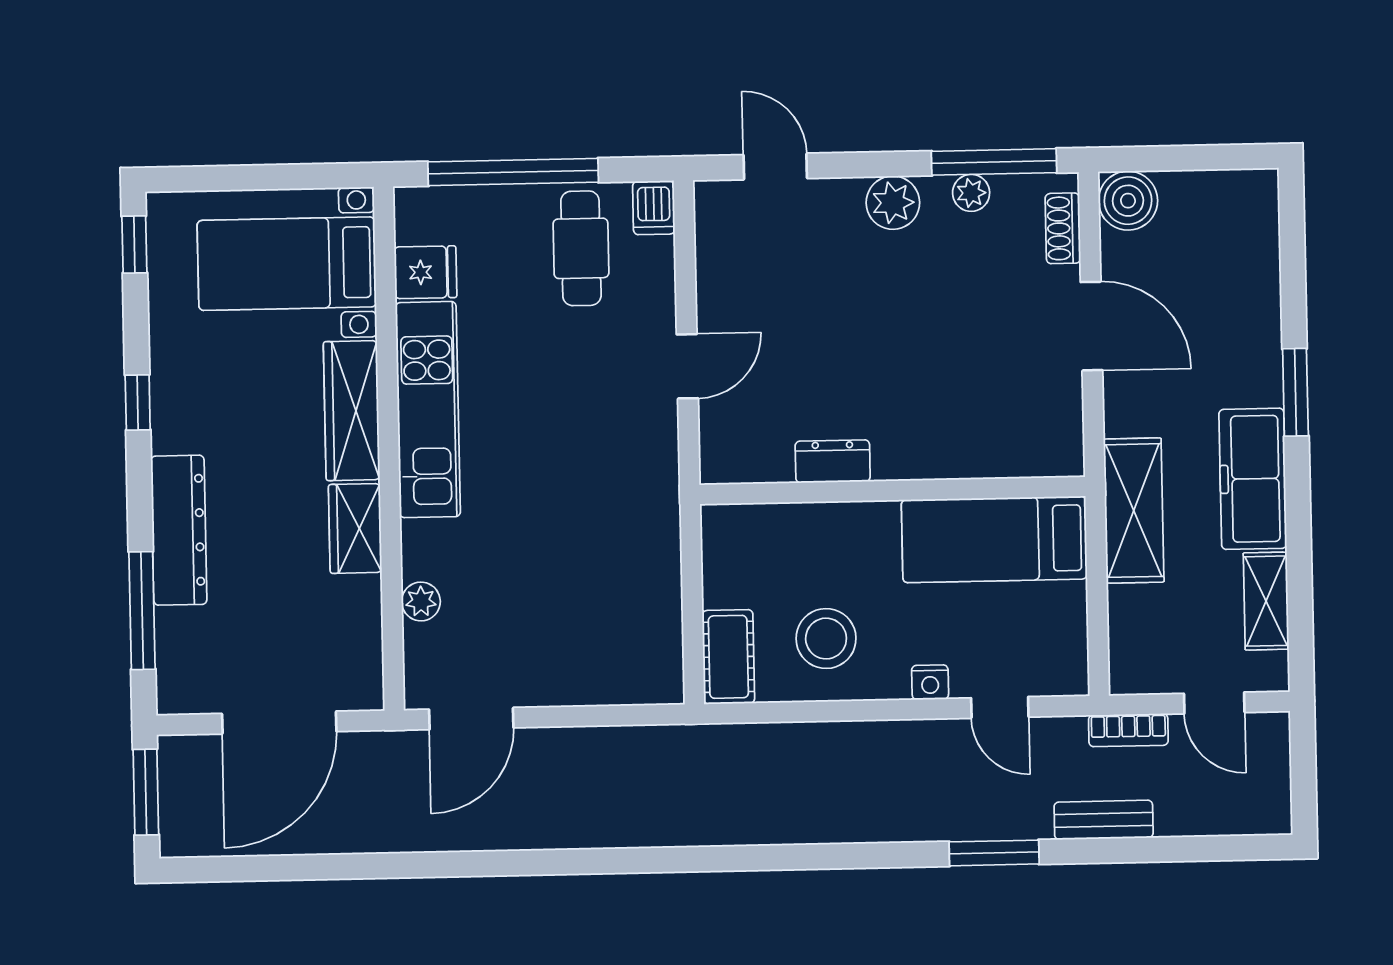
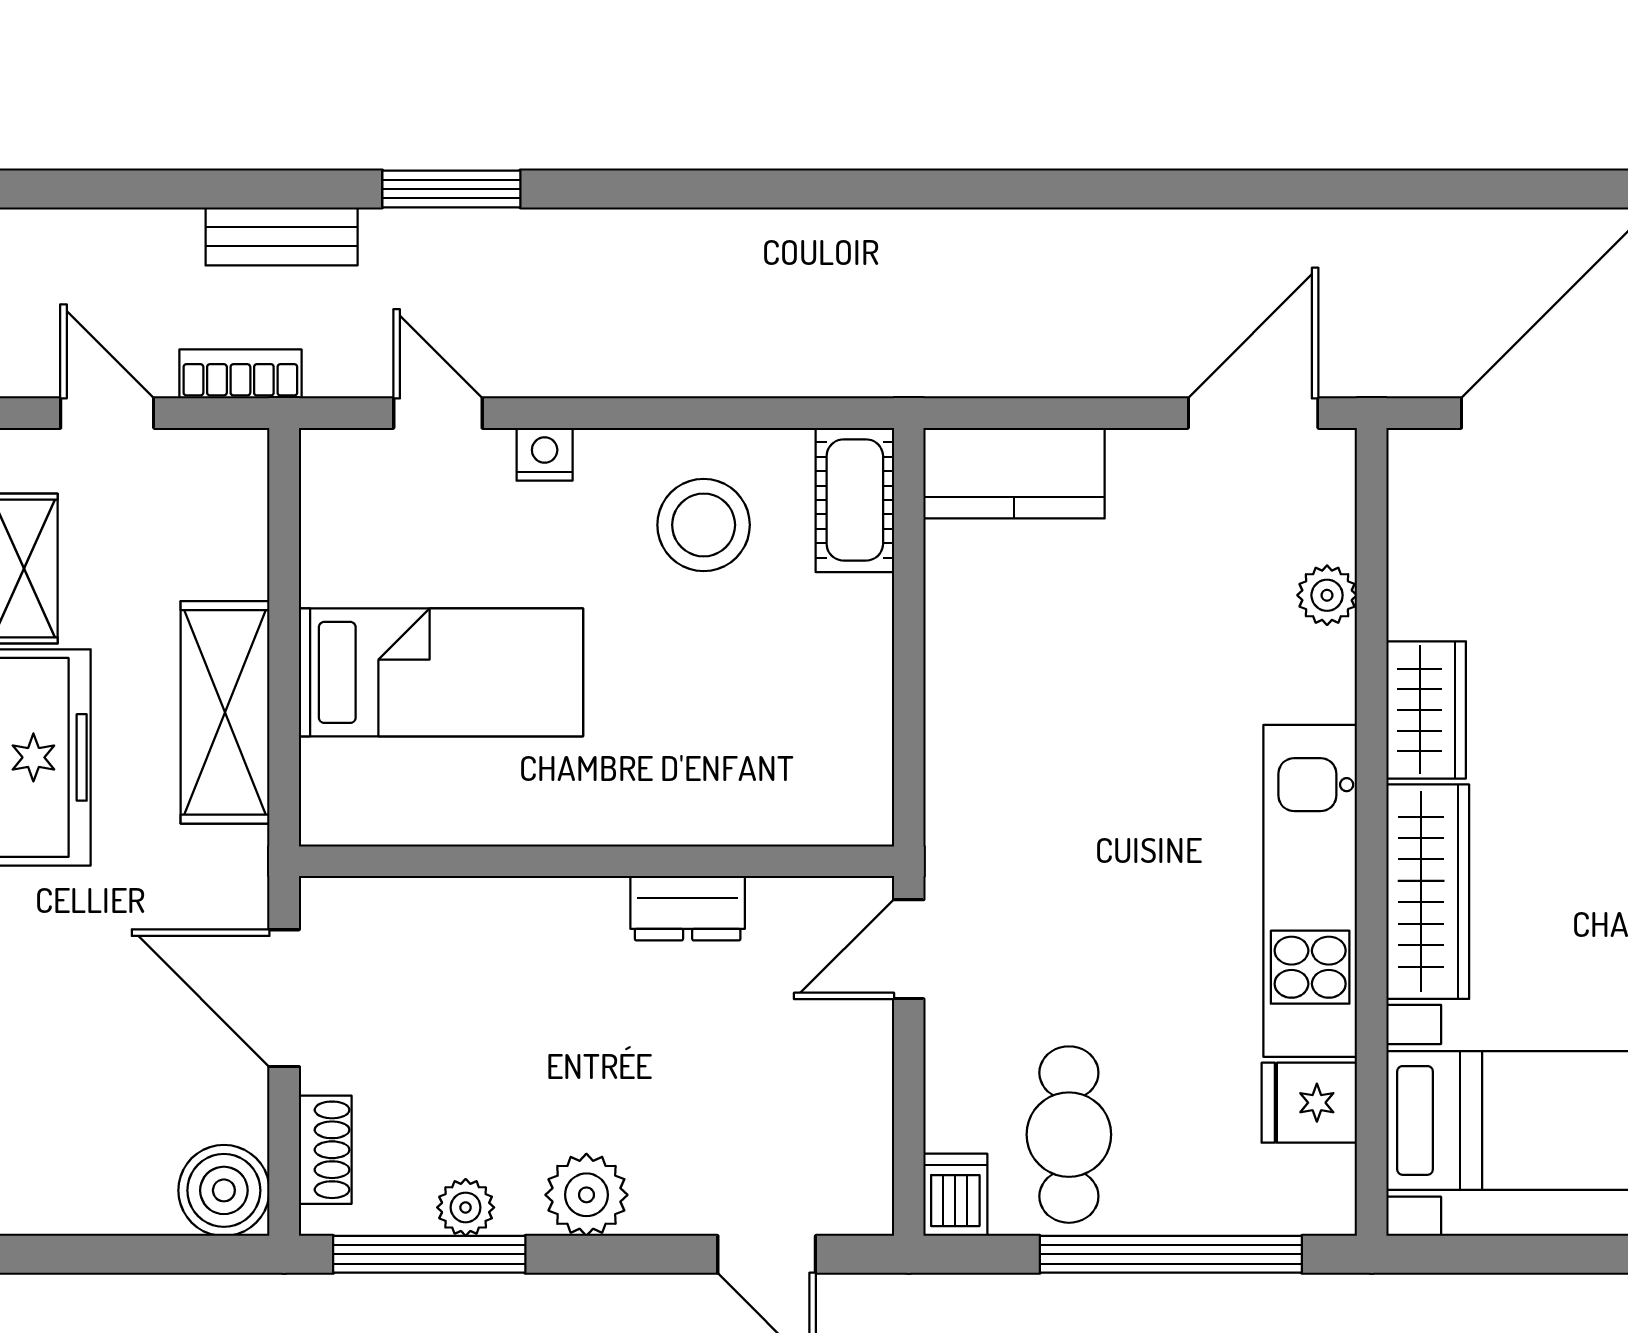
dresser: (833, 461) -> (688, 908), moved
wall: (892, 491) -> (596, 861), moved
kitchen counter: (625, 676) -> (1014, 473), added

